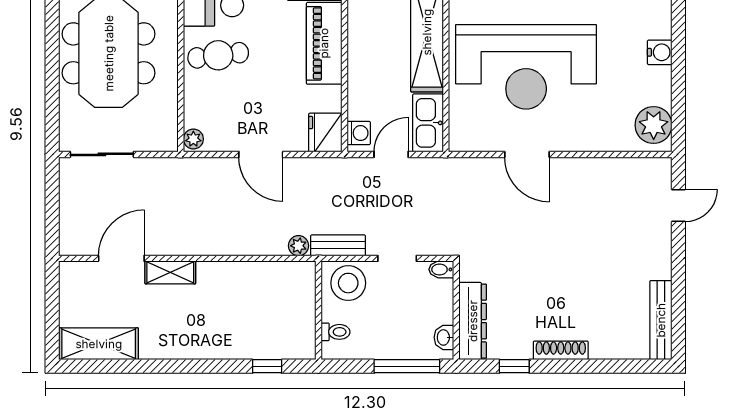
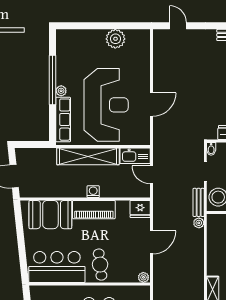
water cooler: (660, 52) -> (99, 36), removed
plant: (654, 125) -> (115, 39), moved
washing machine: (359, 133) -> (93, 192), moved

